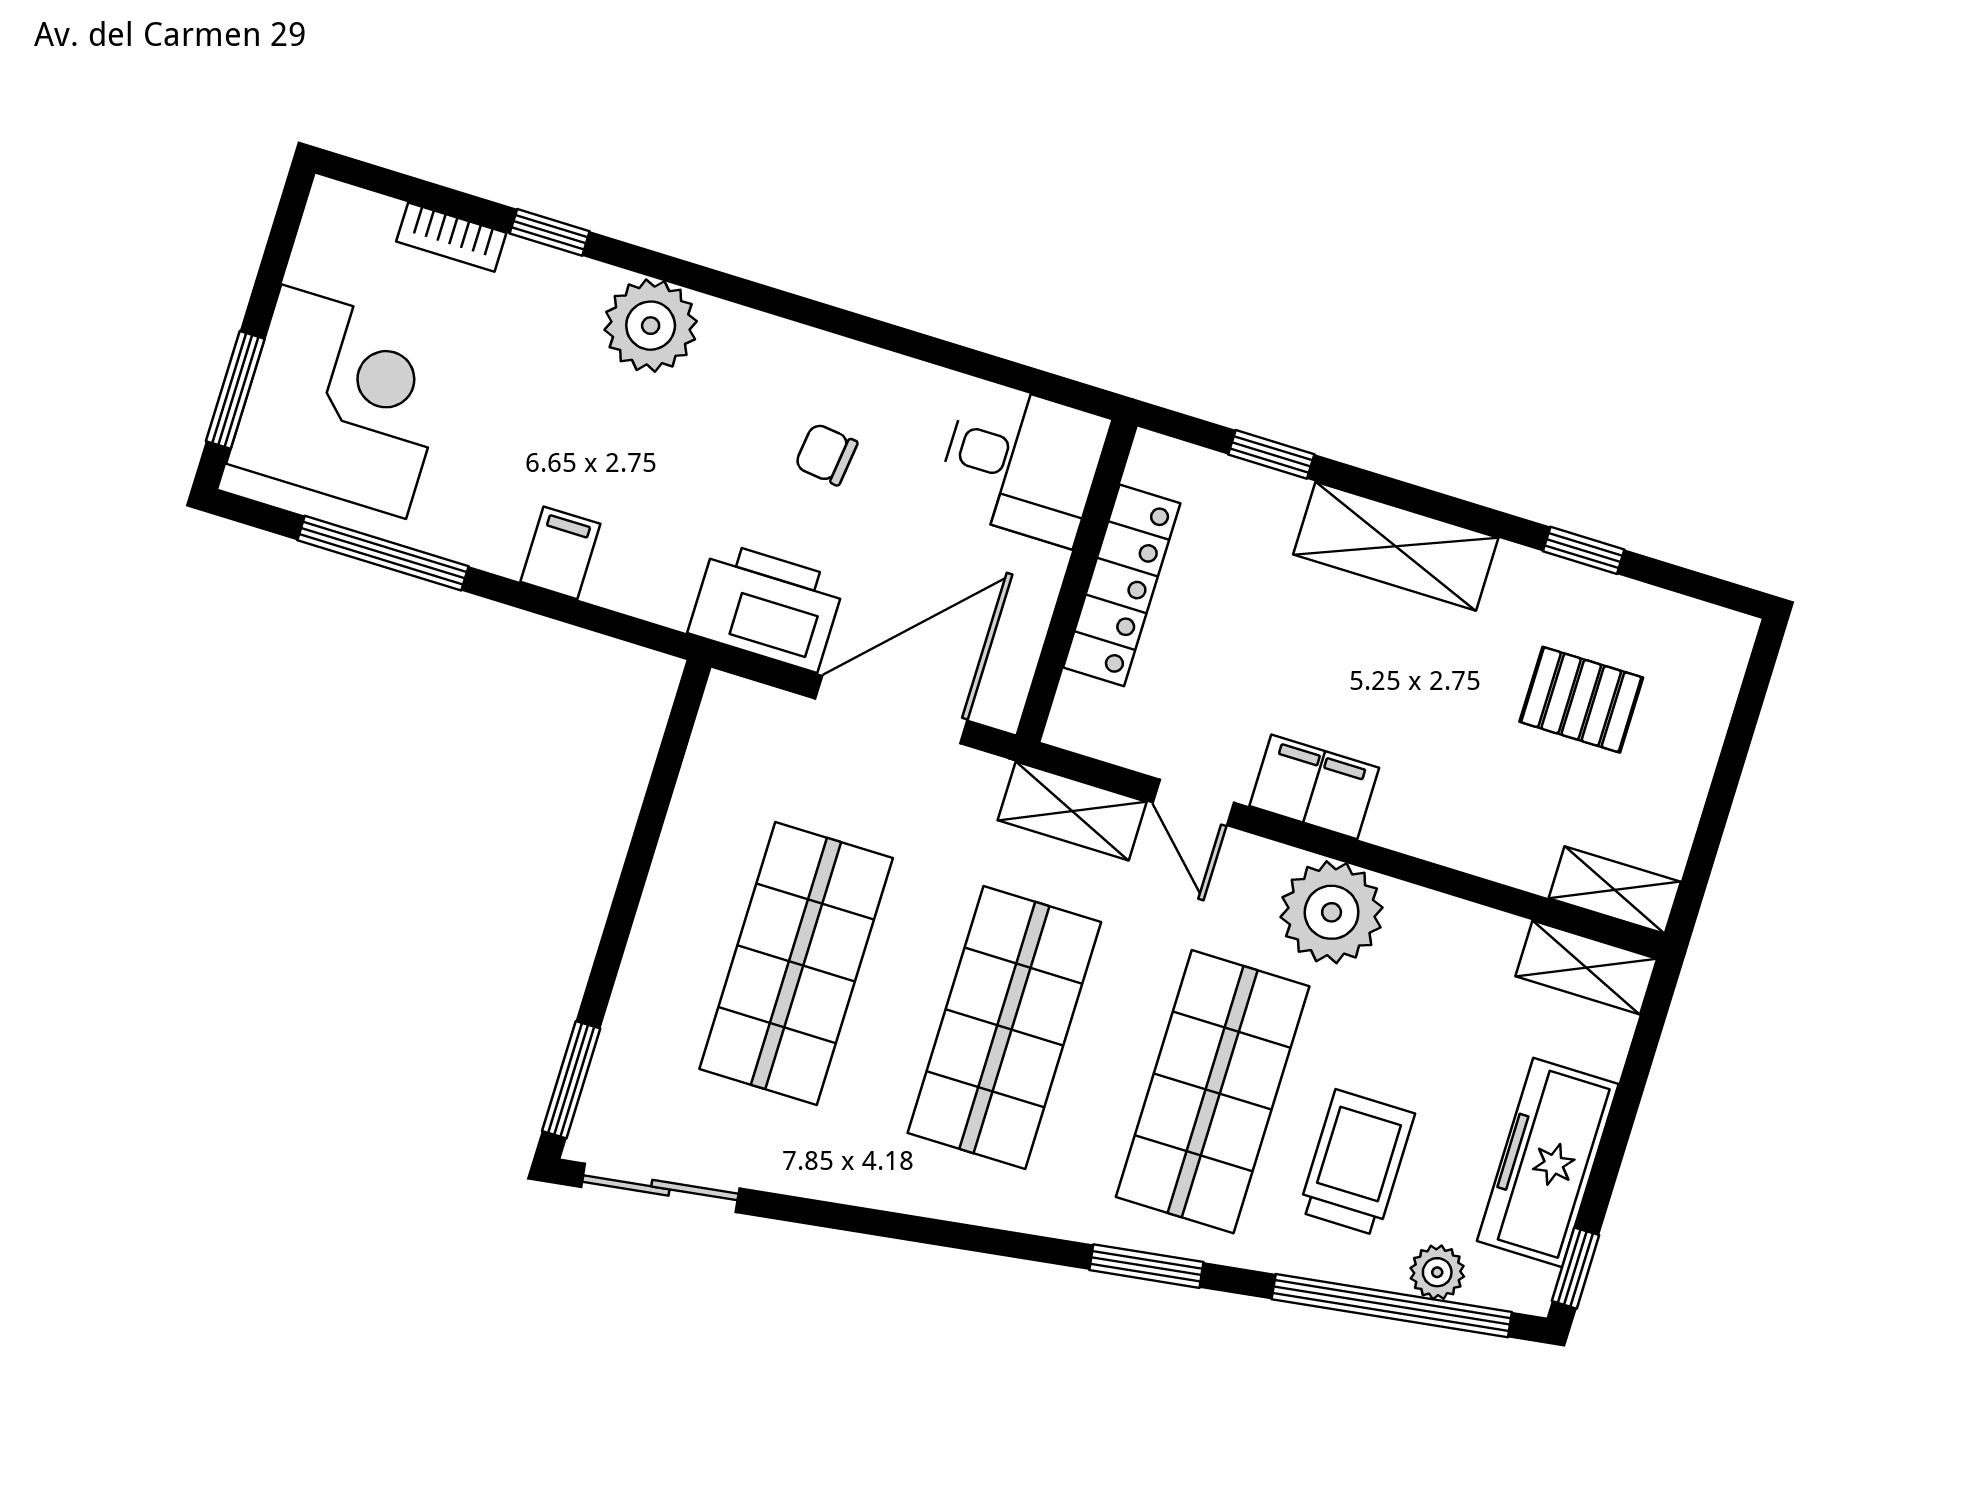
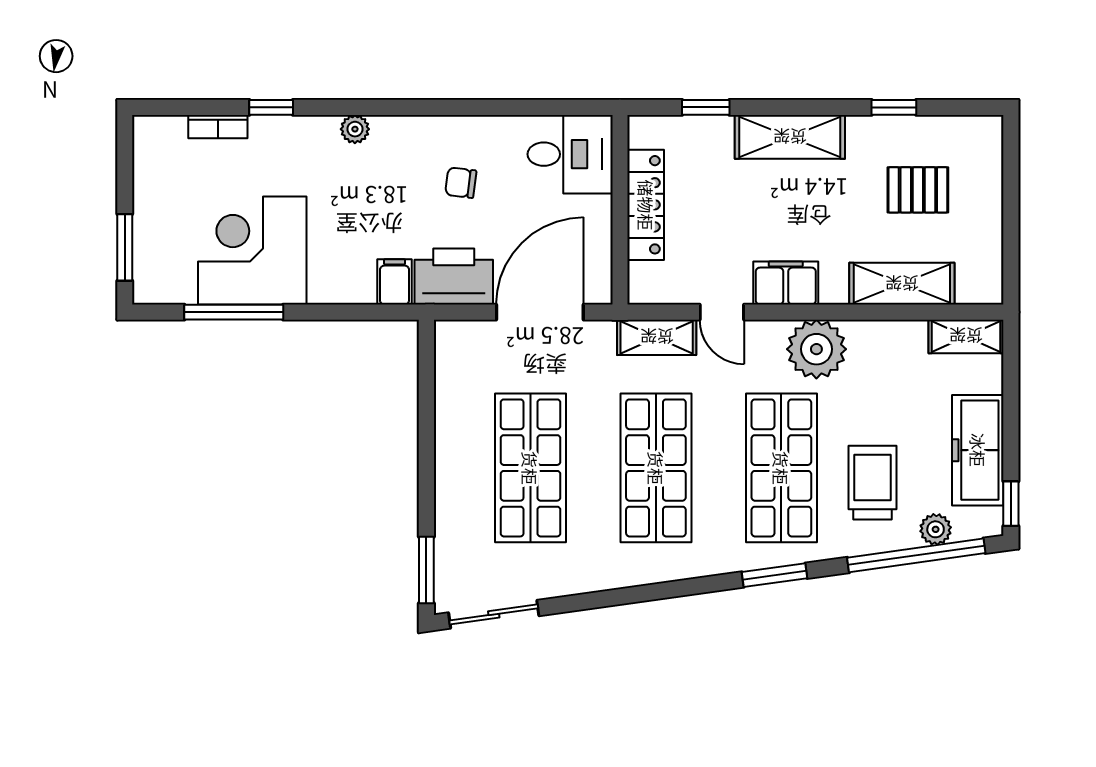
plant: (651, 326) -> (355, 129), width x0.53, depth x0.53
corner desk: (344, 402) -> (252, 251), moved, turned -90
filing cabinet: (560, 553) -> (395, 282), moved
shelving: (1615, 890) -> (902, 284), moved, width x1.50, depth x1.33

